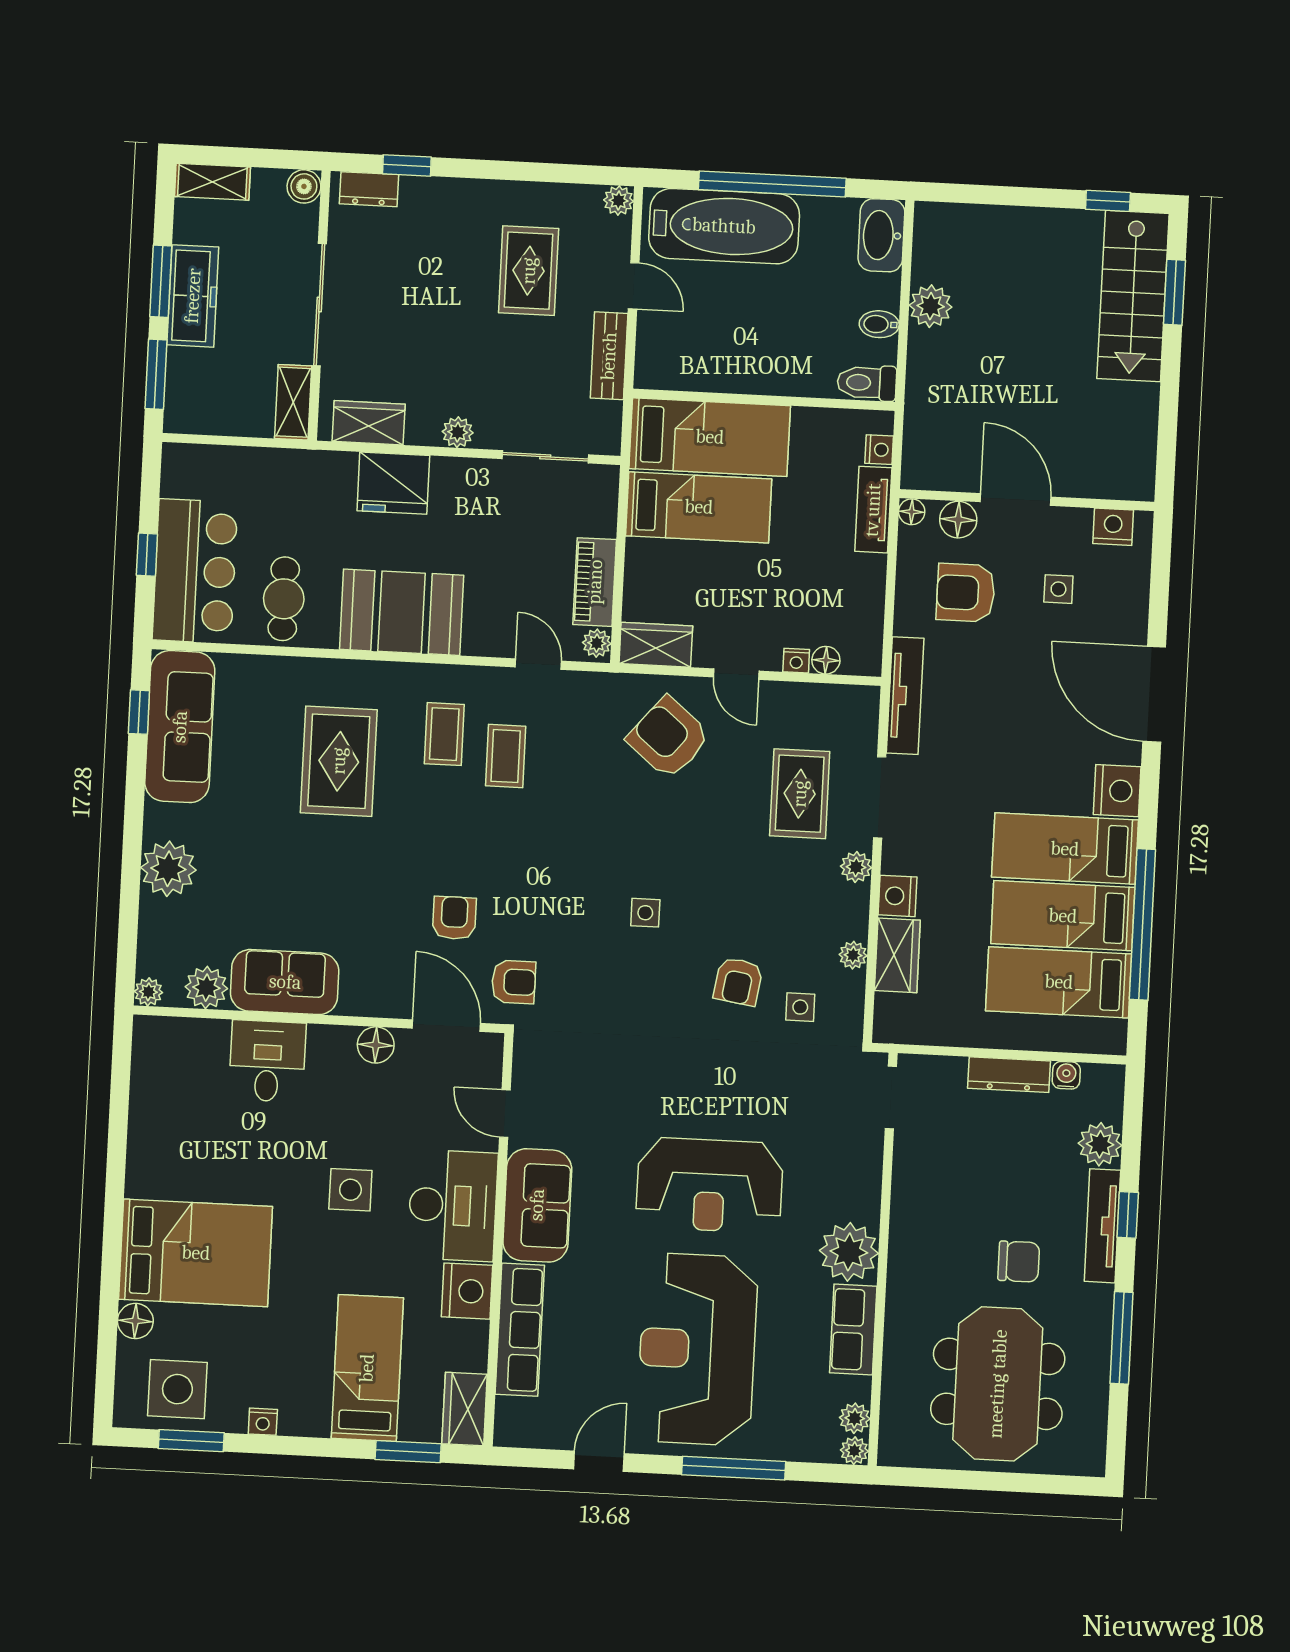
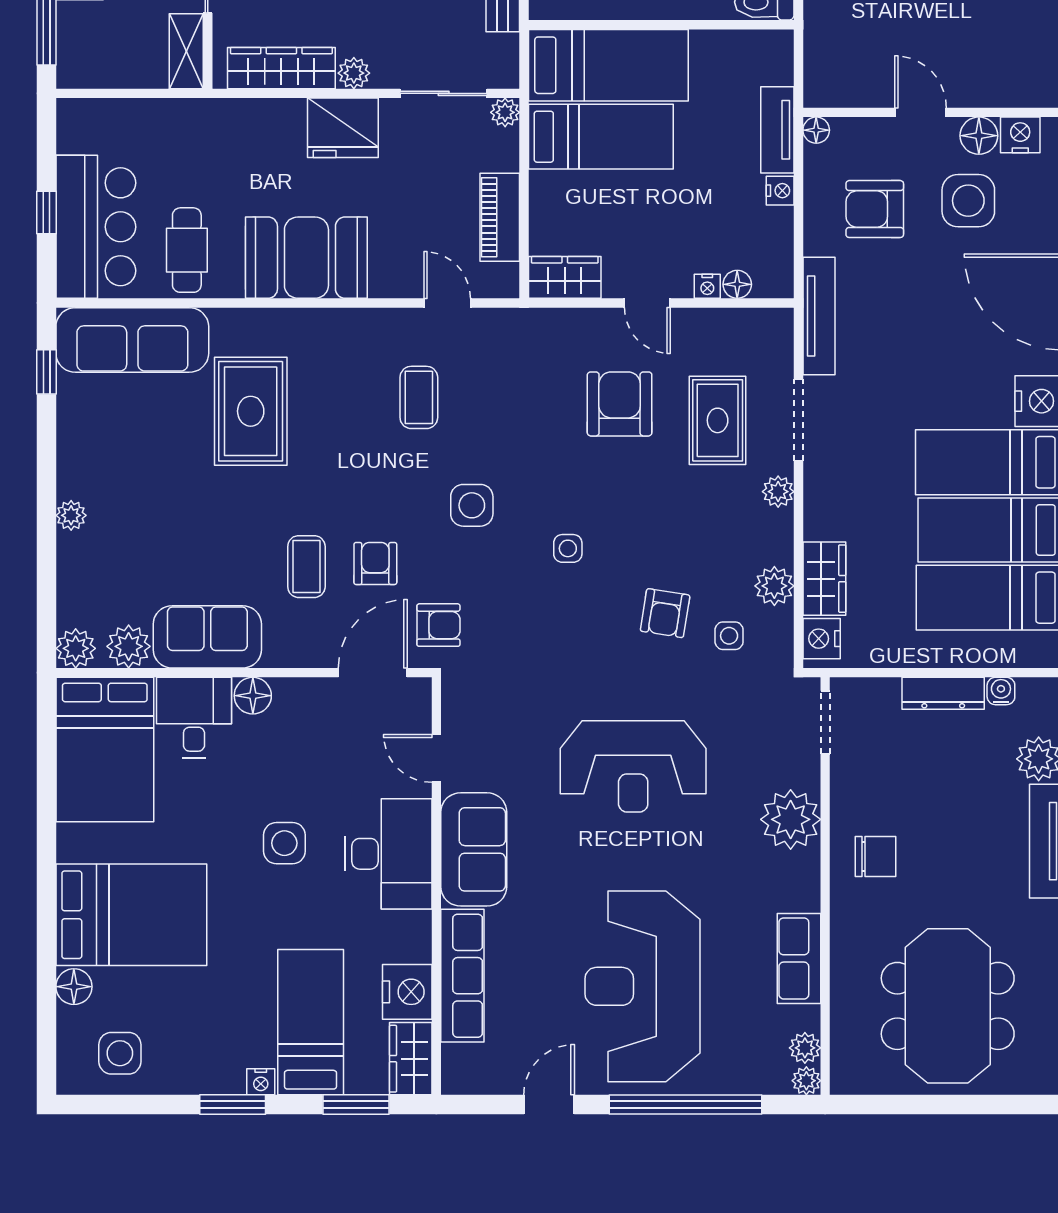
wardrobe: (369, 423) -> (281, 68), width x1.50
nightstand: (879, 450) -> (780, 191), moved
fridge: (393, 483) -> (343, 128), moved
door: (1016, 499) -> (921, 112), width x0.73
floor lamp: (958, 520) -> (979, 136), moved
side table: (1058, 589) -> (968, 201), width x1.87, depth x1.87
plant: (597, 643) -> (505, 112), moved
sofa: (180, 727) -> (132, 340), moved, turned 90
coffee table: (444, 734) -> (306, 567), moved
armchair: (669, 738) -> (620, 404), moved, turned 50
side table: (553, 865) -> (472, 505), added
plant: (168, 869) -> (71, 515), width x0.53, depth x0.53
nightstand: (898, 896) -> (822, 639), moved
plant: (853, 955) -> (774, 586), width x1.38, depth x1.38
plant: (148, 992) -> (76, 648), width x1.38, depth x1.38
door: (446, 1026) -> (373, 673), hinge flipped
floor lamp: (376, 1045) -> (253, 696), moved
bed: (178, 1088) -> (105, 750), added
reception desk: (709, 1185) -> (633, 766), moved
plant: (849, 1252) -> (791, 819), moved
chair: (1019, 1262) -> (876, 856), moved
nightstand: (467, 1291) -> (407, 992), moved
side table: (177, 1389) -> (120, 1053), width x0.73, depth x0.73
nightstand: (263, 1422) -> (261, 1082), moved
window: (191, 1441) -> (233, 1104), moved
window: (734, 1468) -> (685, 1104), width x1.46

